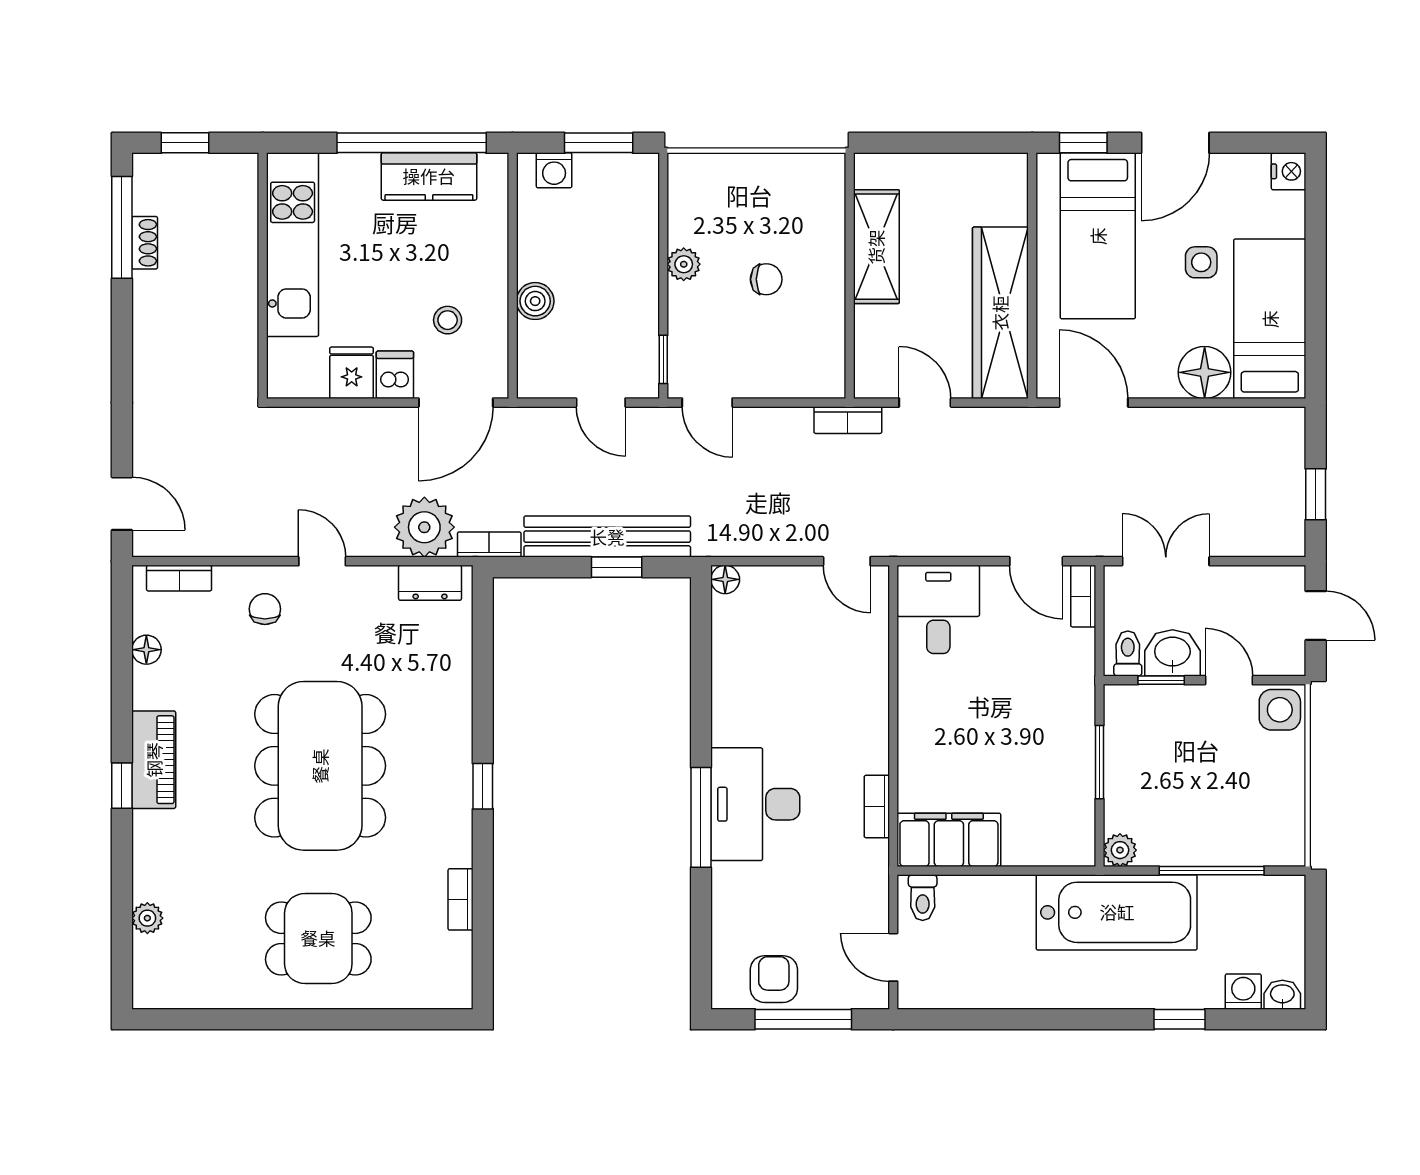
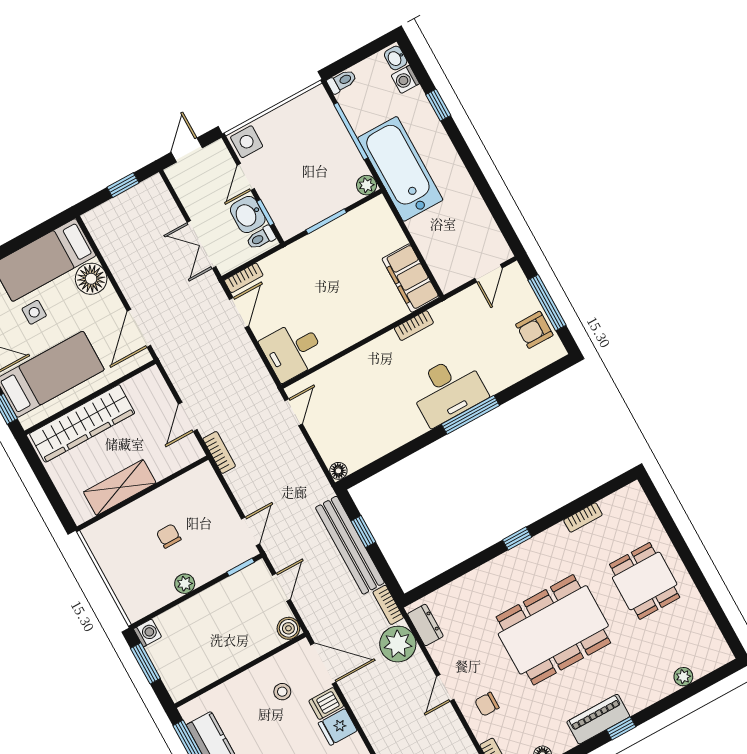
washing machine: (554, 170) -> (147, 633), moved
boiler: (535, 301) -> (288, 628), moved
wardrobe: (1000, 313) -> (82, 423), moved
toilet: (923, 898) -> (342, 81), moved

